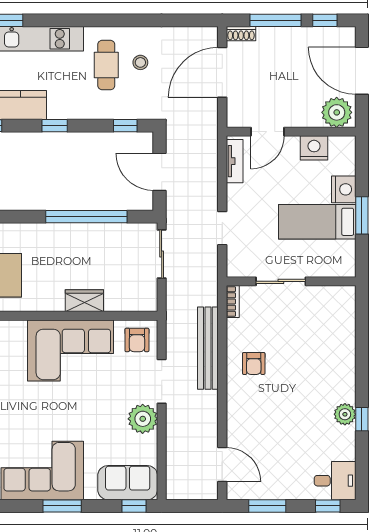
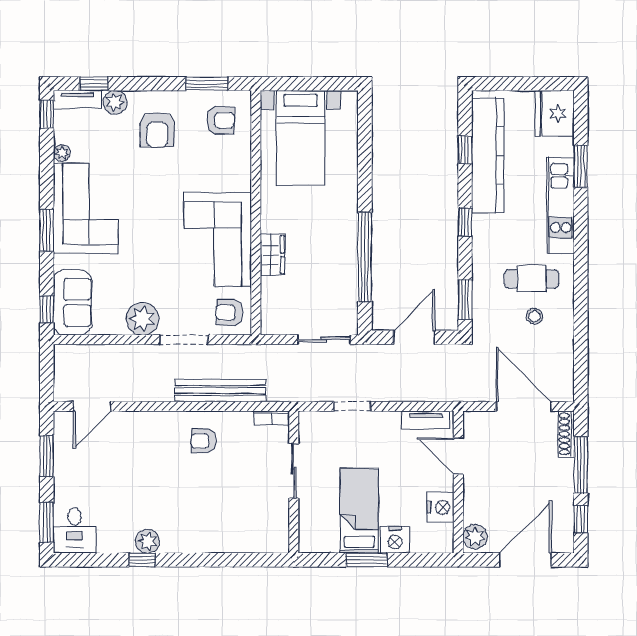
shoe rack: (241, 34) -> (566, 434), width x1.43
plant: (337, 112) -> (475, 537), width x0.73, depth x0.73
window: (125, 126) -> (465, 300), width x1.50
window: (328, 506) -> (47, 522), width x1.50

